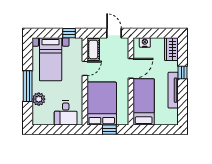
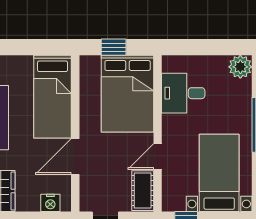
plant: (39, 99) -> (240, 67), moved
desk: (66, 113) -> (183, 93), moved, turned -90

